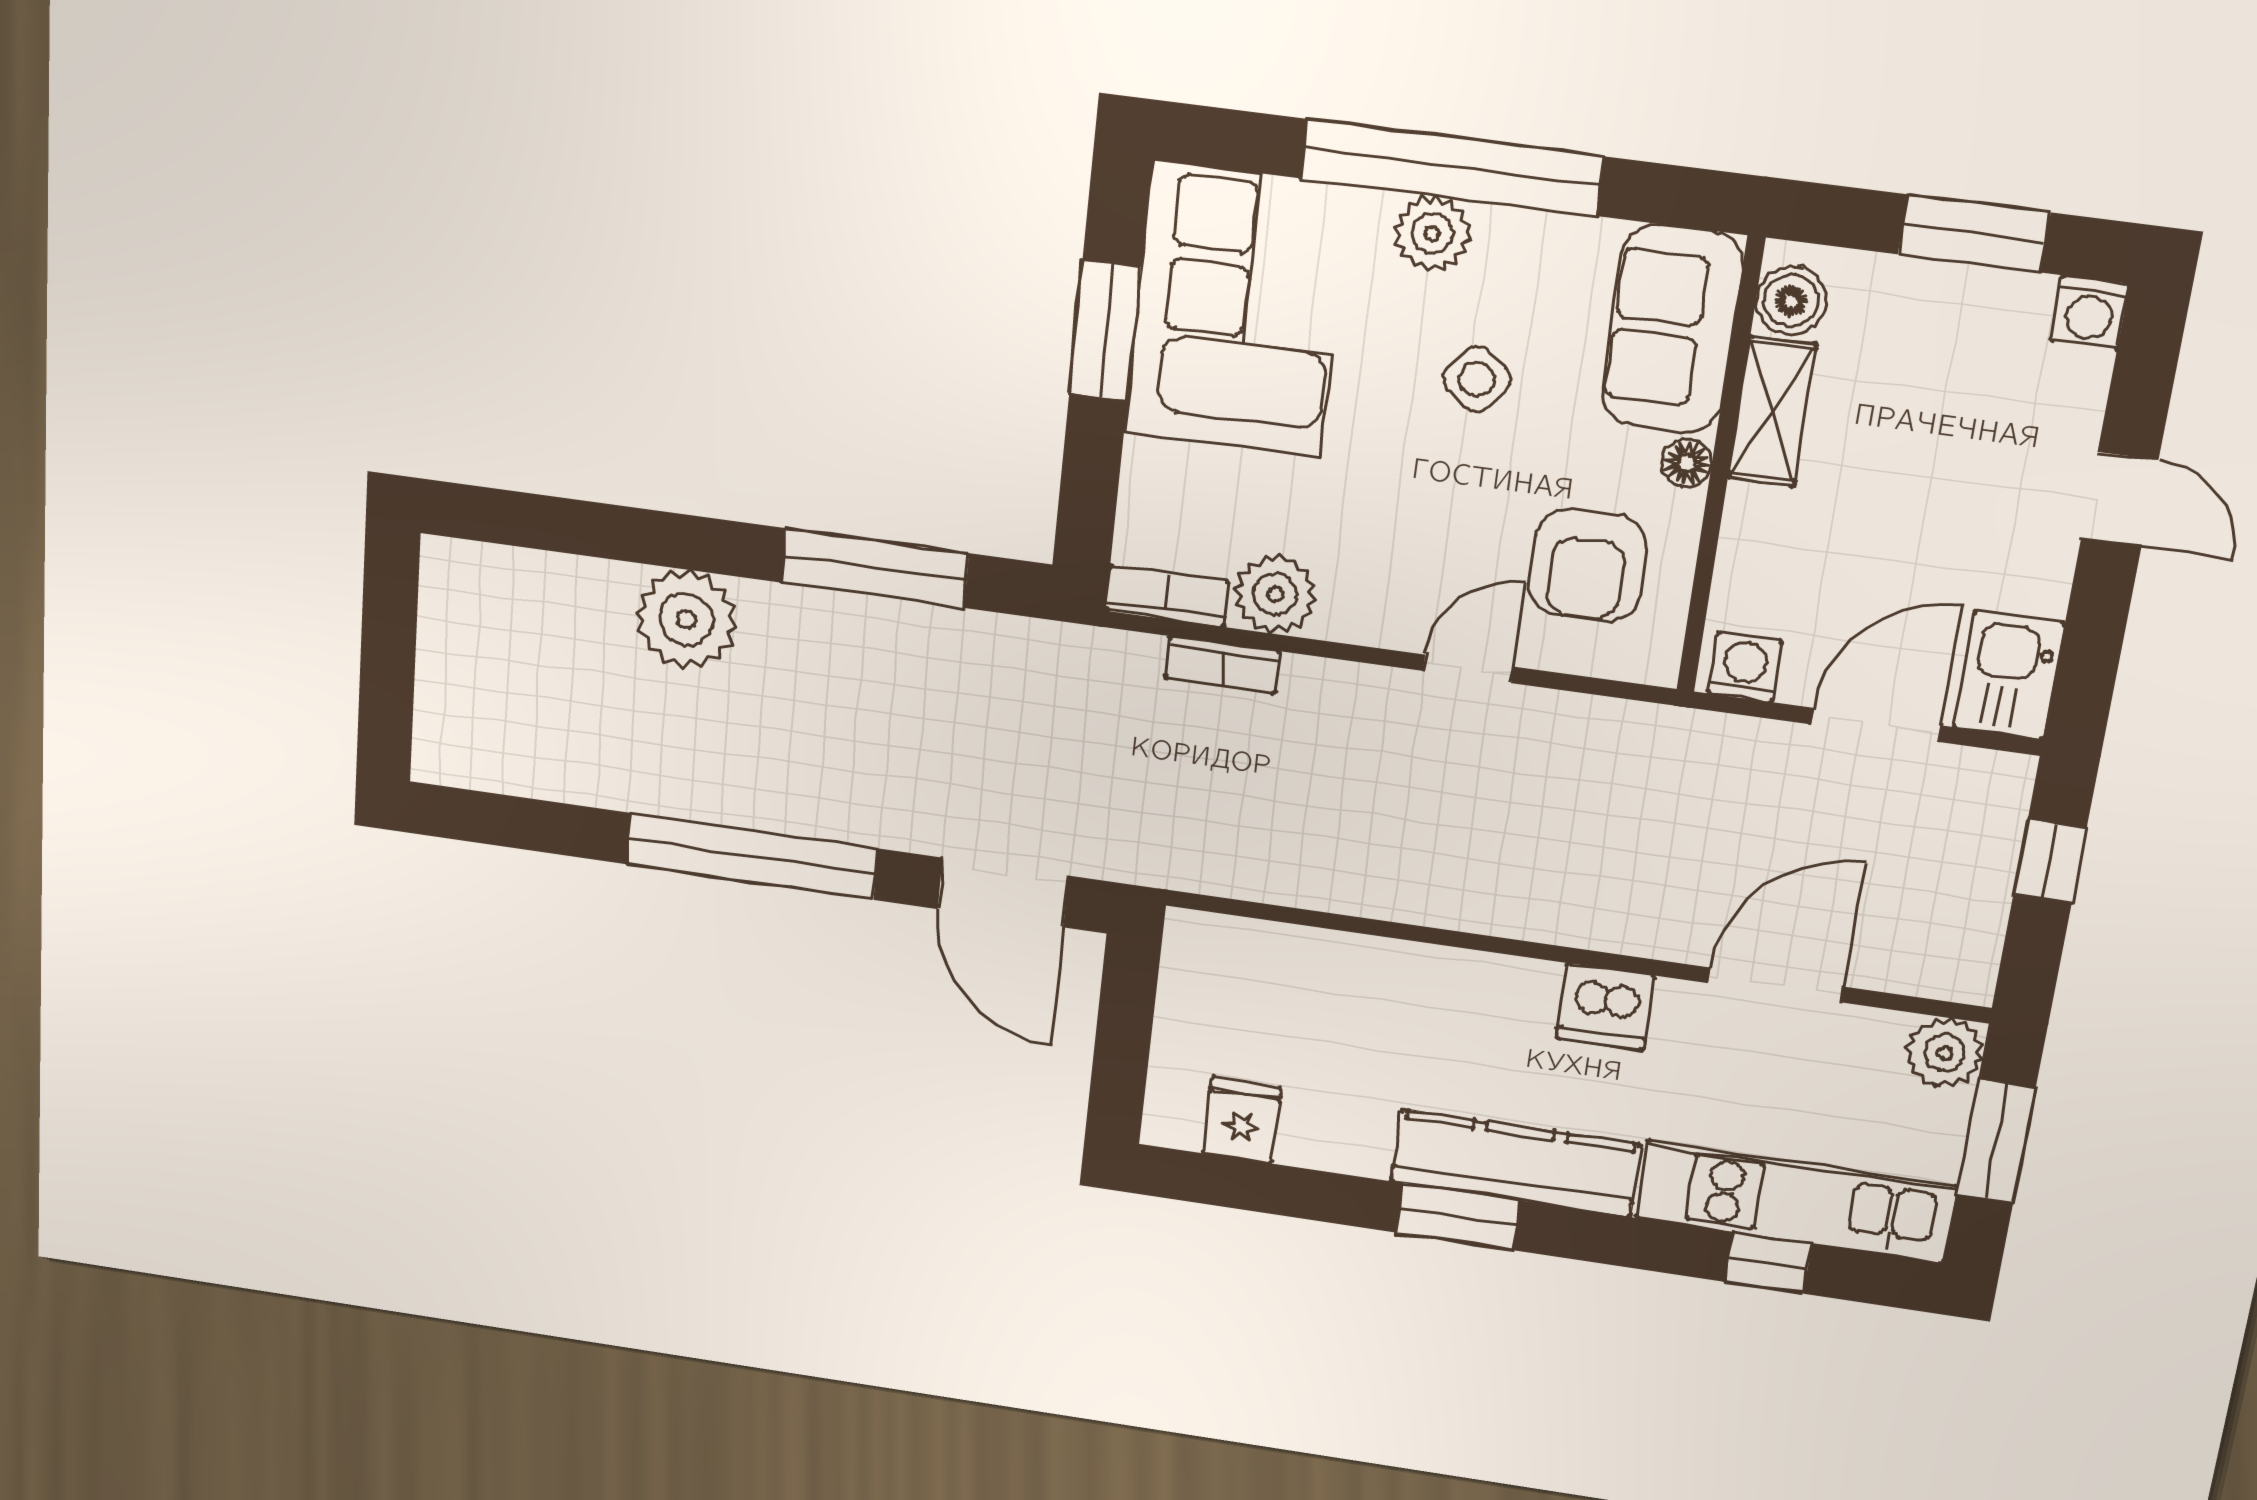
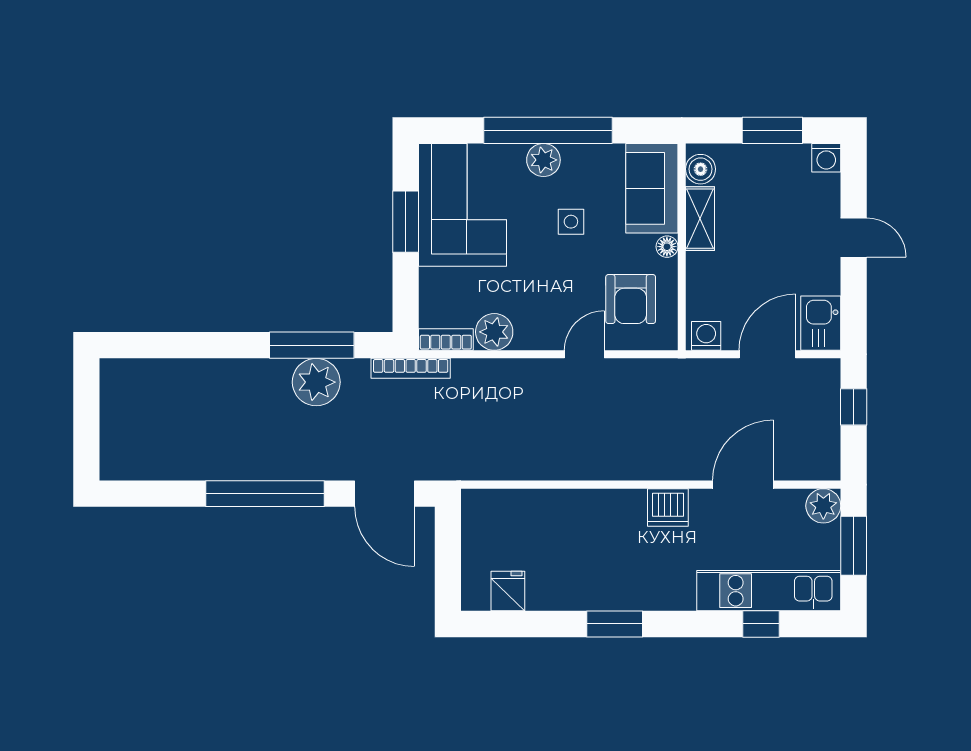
side table: (1477, 379) -> (571, 222), turned -37
plant: (686, 619) -> (316, 382), moved
bookcase: (1222, 665) -> (411, 368), moved, width x1.56
kitchen counter: (1516, 1163) -> (638, 592), removed

